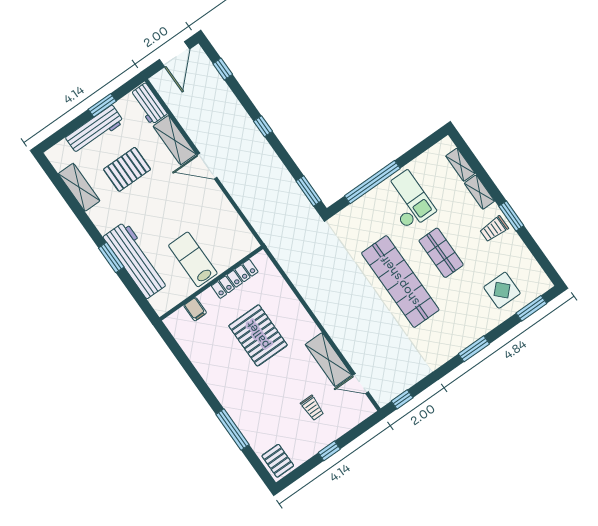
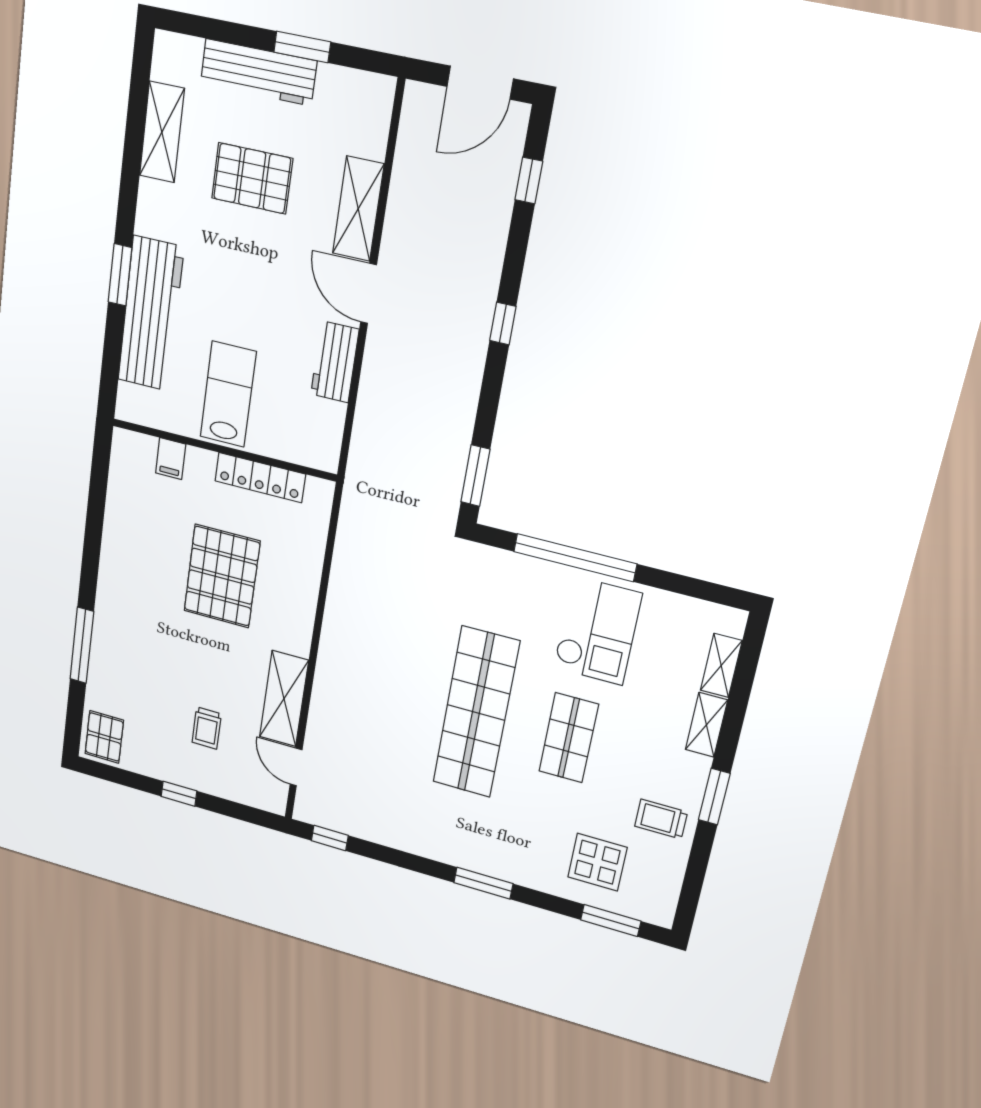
workbench: (149, 104) -> (335, 362), moved
trolley: (494, 229) -> (661, 819), moved

